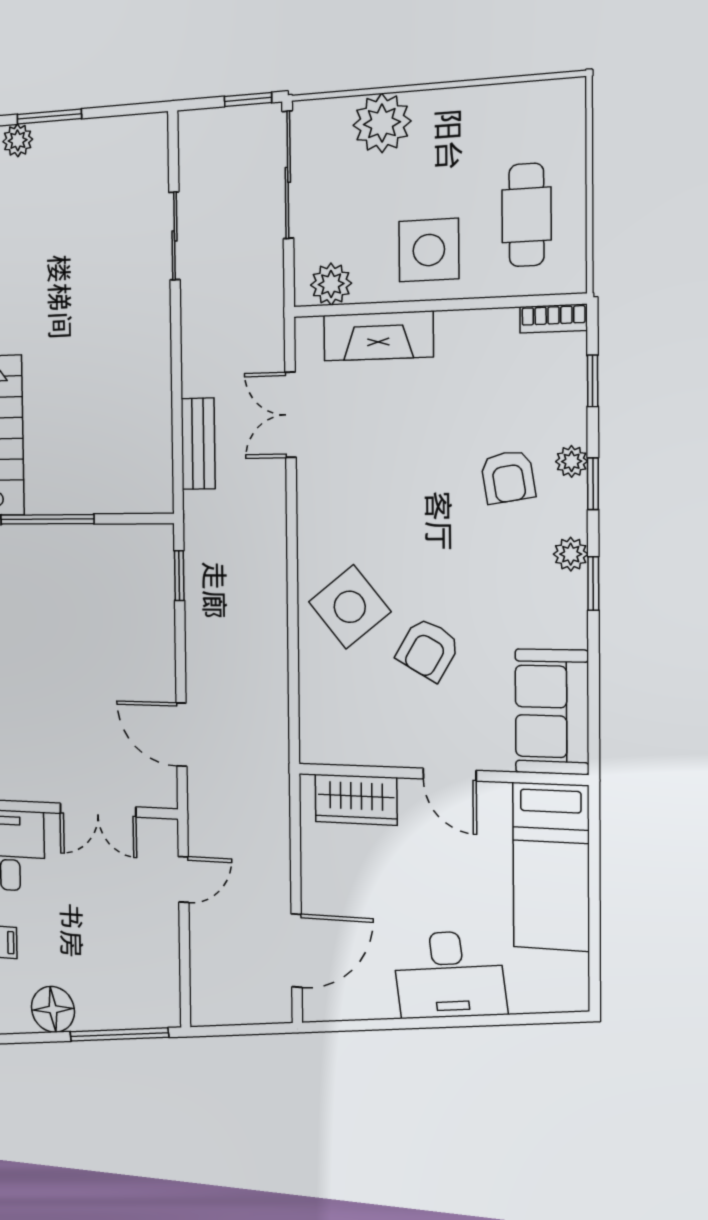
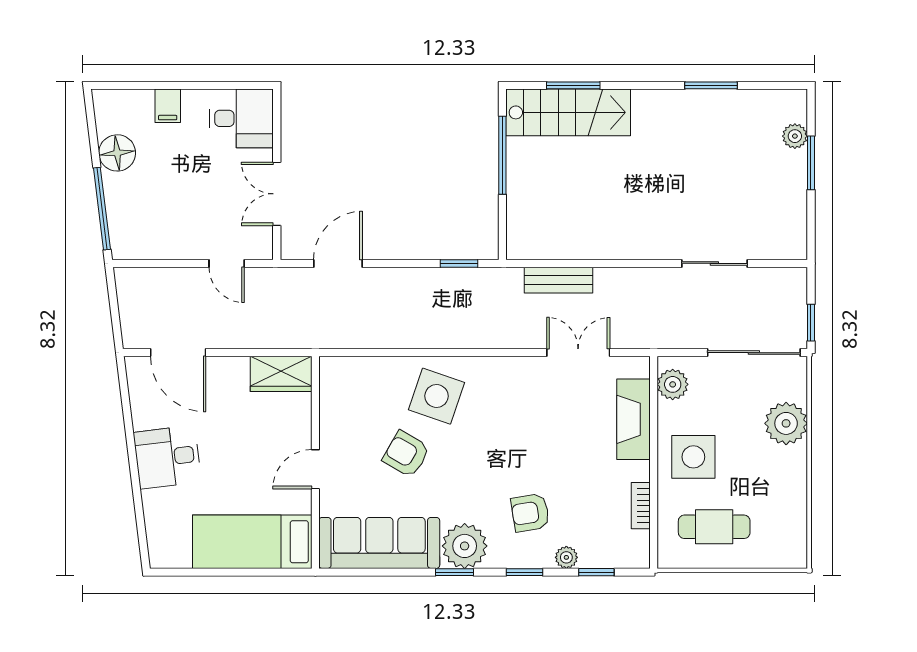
bookcase: (553, 319) -> (641, 506), moved
plant: (572, 461) -> (566, 557), moved
plant: (571, 554) -> (465, 546), width x1.88, depth x1.88
side table: (350, 607) -> (437, 396), turned -32
sofa: (552, 712) -> (379, 543), width x1.36
wardrobe: (356, 800) -> (281, 374), moved, turned -90
desk: (449, 975) -> (167, 457), width x0.73

